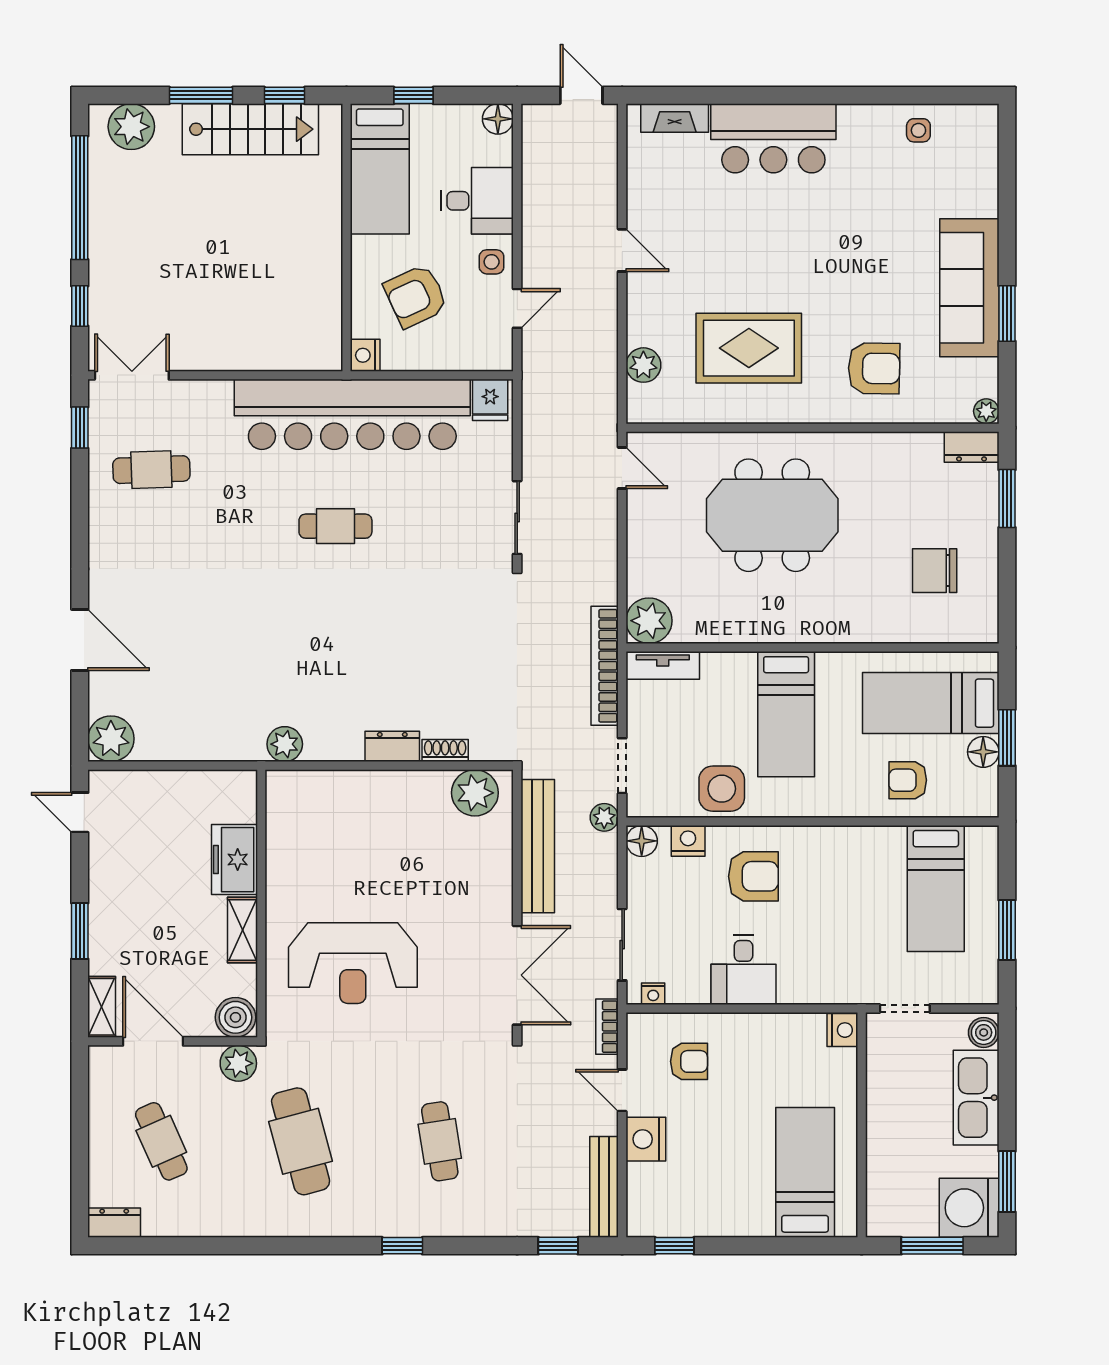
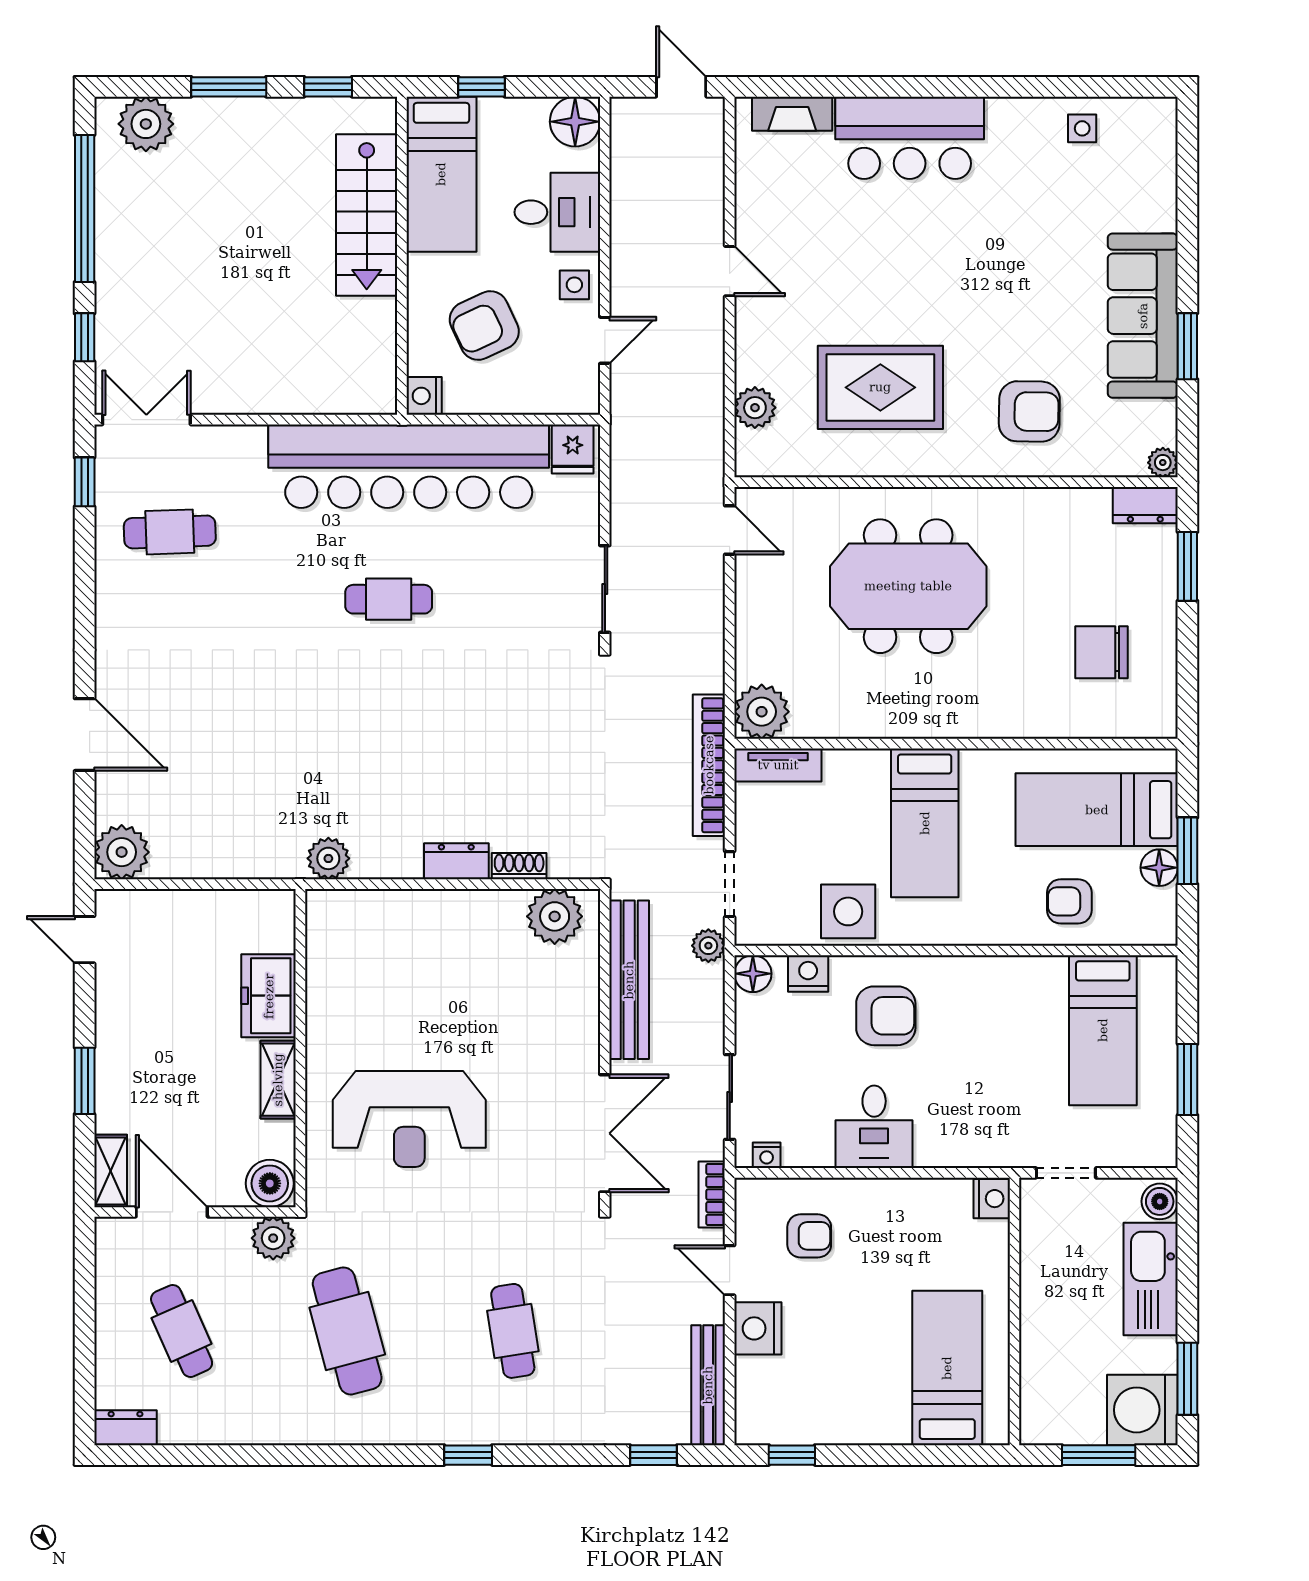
floor lamp: (498, 119) -> (575, 122), width x1.38, depth x1.38
stairs: (250, 129) -> (367, 215), moved, turned 90

